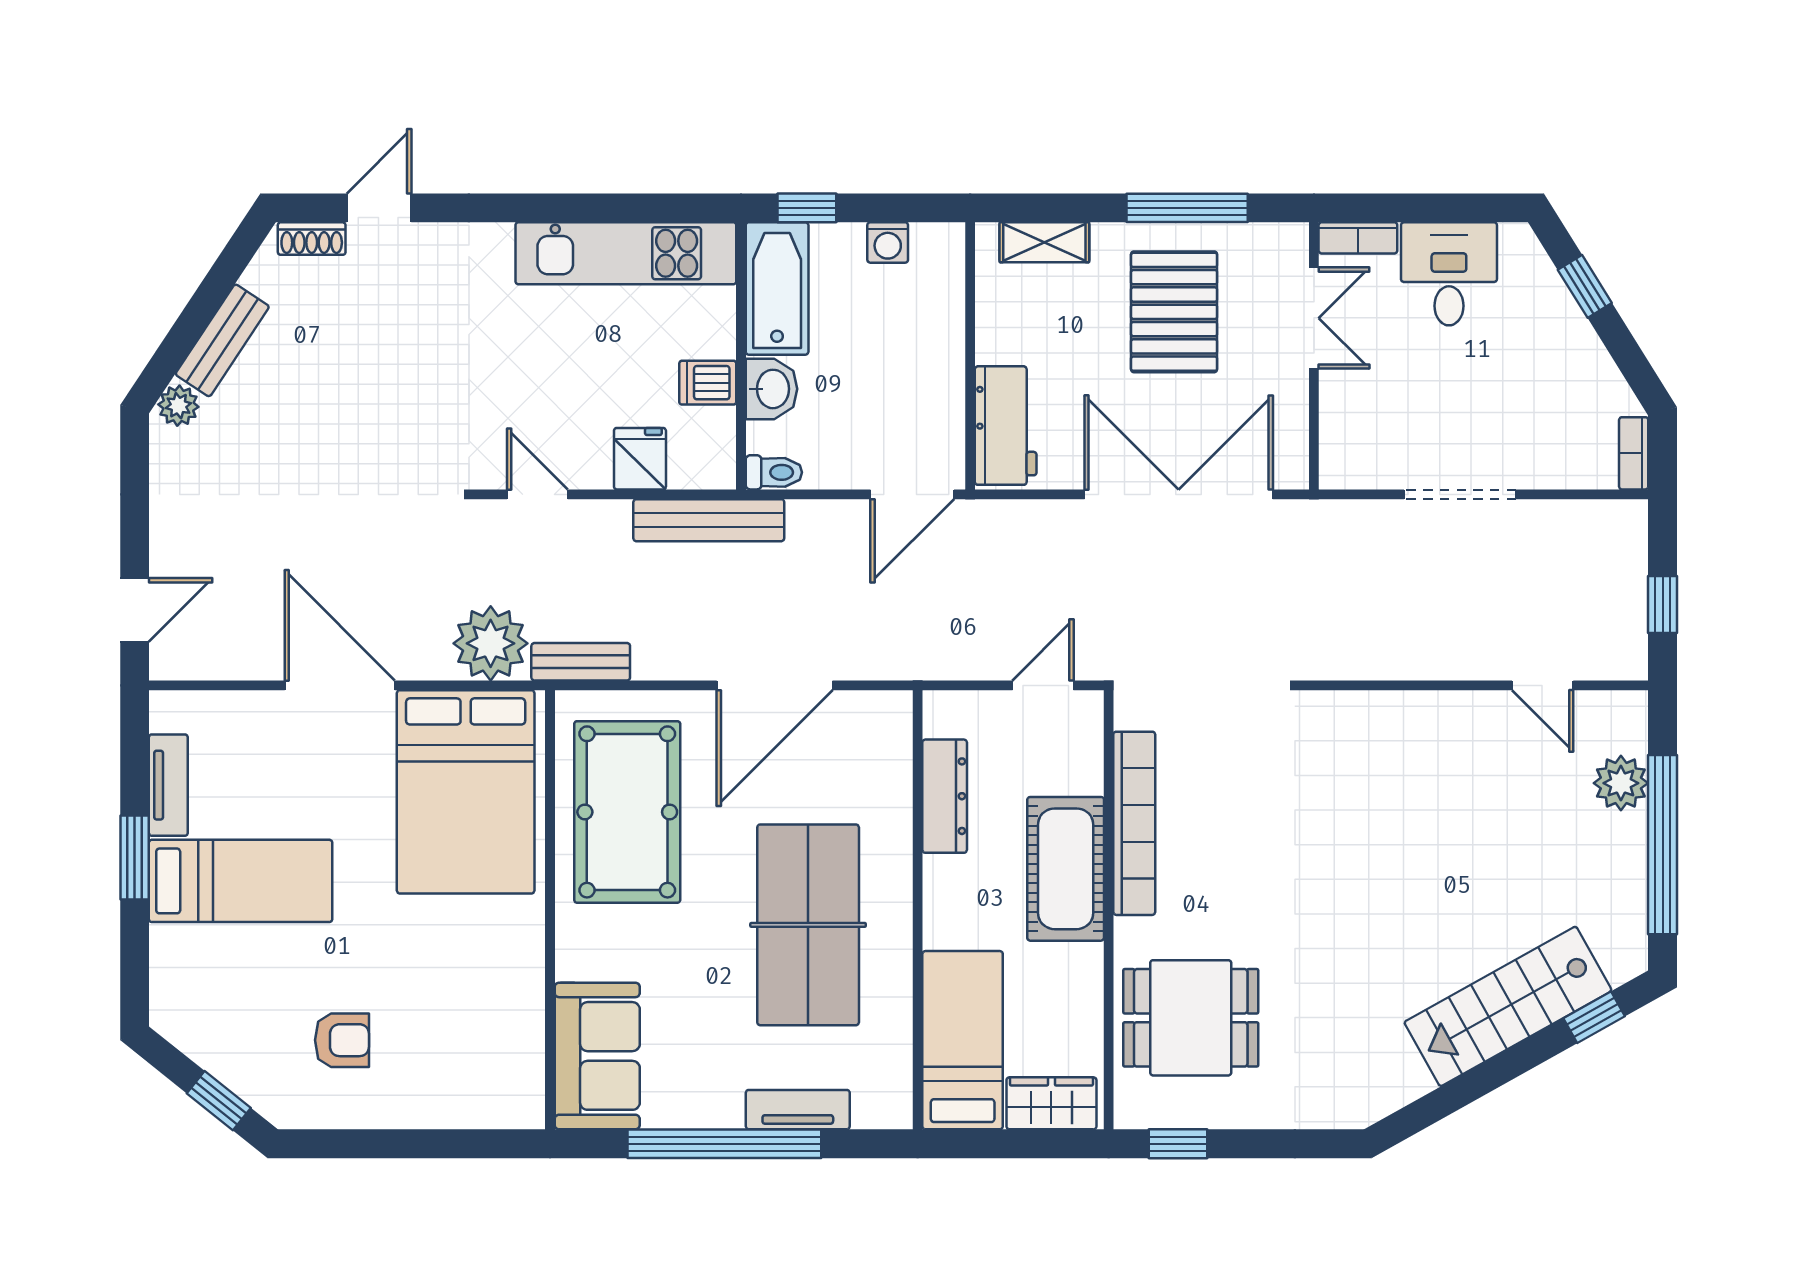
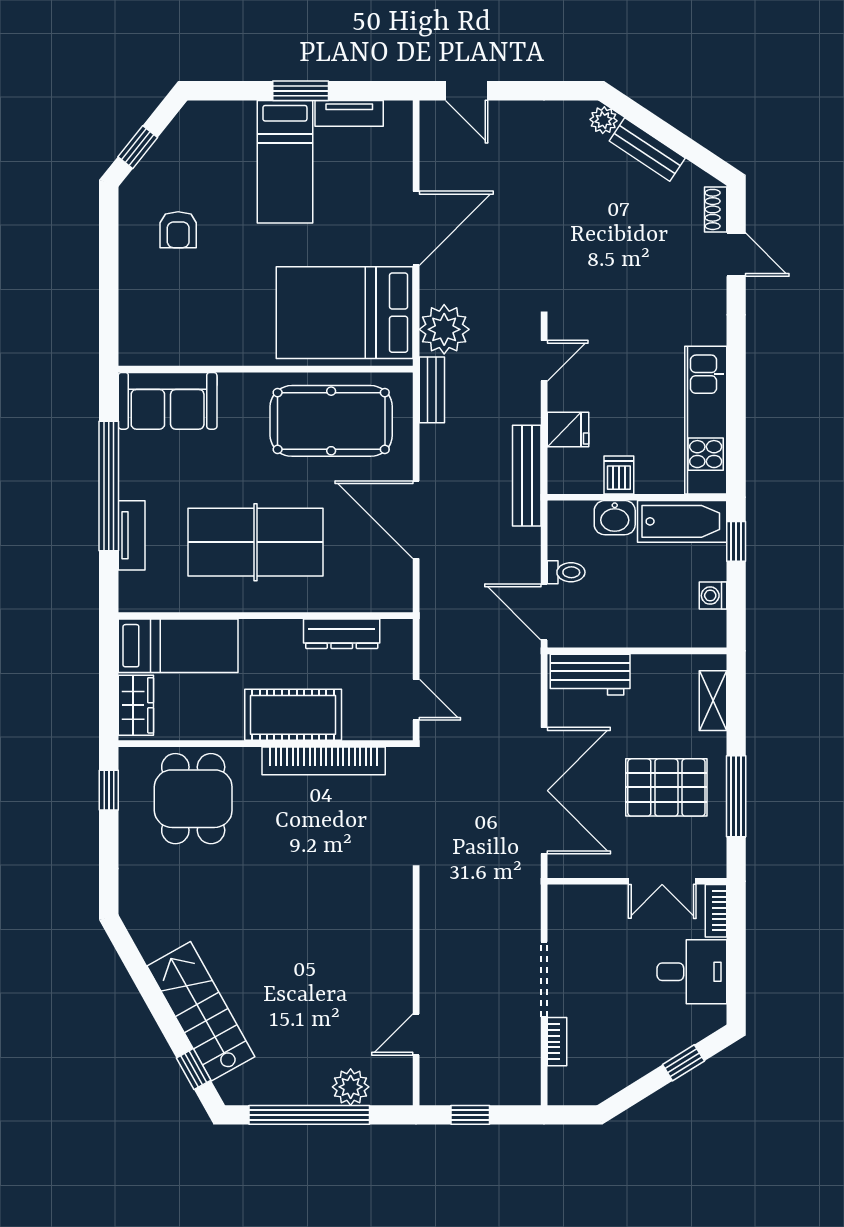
bookcase: (1634, 453) -> (557, 1042), moved, turned 90
toilet: (774, 472) -> (566, 572), moved, turned -90

